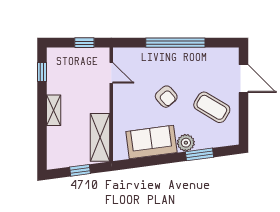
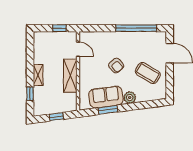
window: (175, 43) -> (136, 28), moved
window: (42, 72) -> (30, 94), moved
shelving: (100, 137) -> (70, 76), moved
window: (200, 154) -> (108, 110), moved

